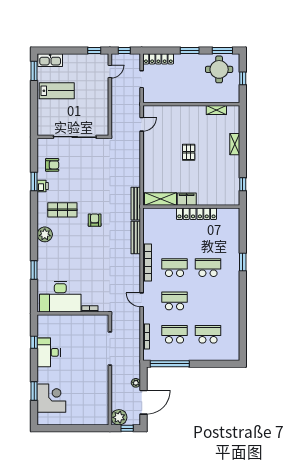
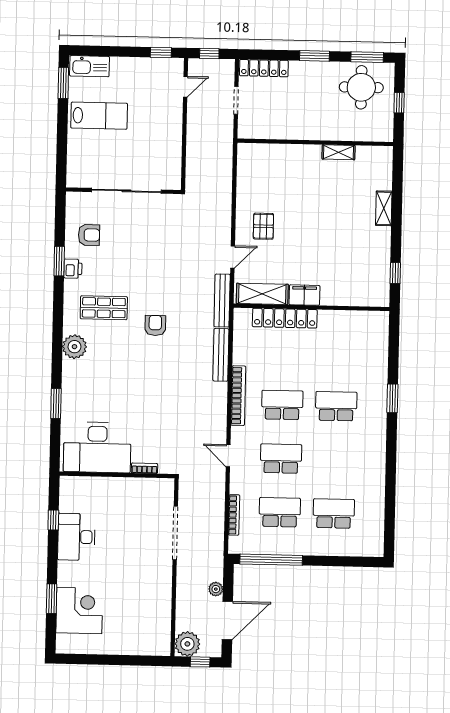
shelving: (216, 110) -> (339, 152), moved
door: (142, 124) -> (233, 257), moved
pallet: (189, 152) -> (263, 226), moved
locker: (196, 214) -> (285, 318), moved

